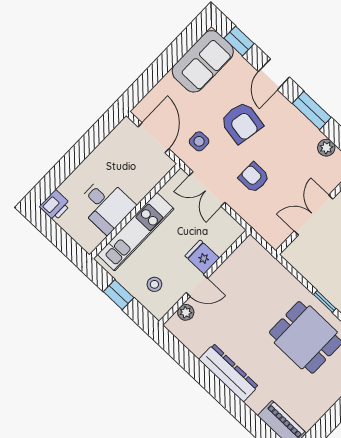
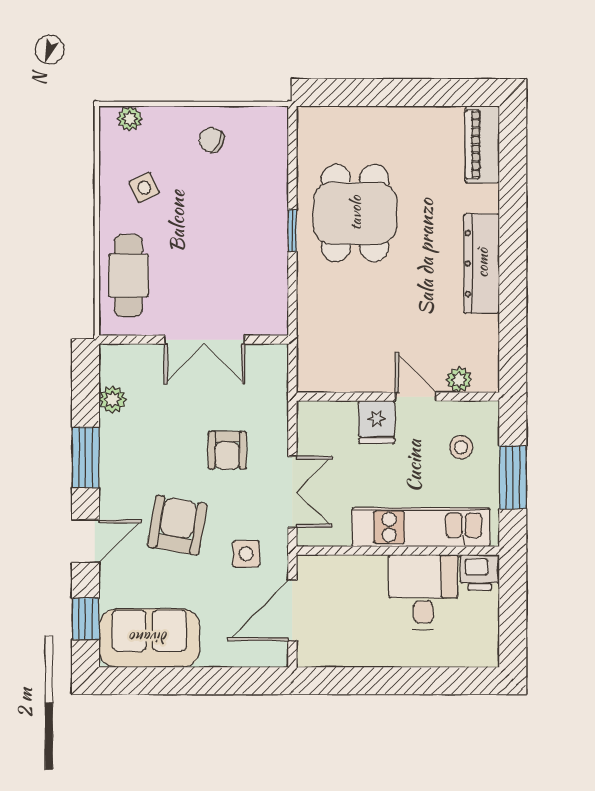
printer: (55, 206) -> (480, 572), moved, turned 180
window: (119, 295) -> (513, 477), width x1.50

